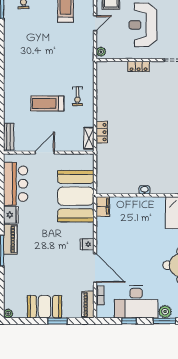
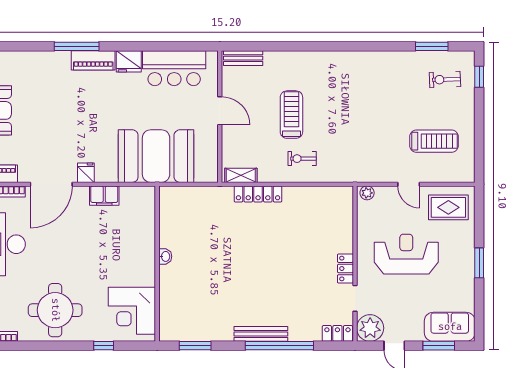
locker: (139, 67) -> (345, 269), moved
locker: (102, 132) -> (258, 194), width x1.53
filing cabinet: (103, 206) -> (104, 196), moved

